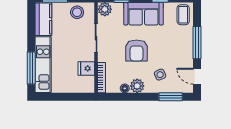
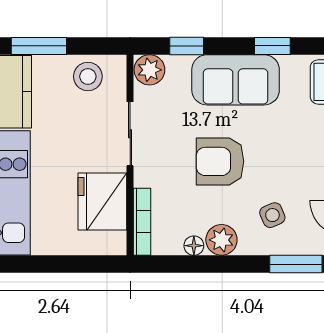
armchair: (137, 50) -> (220, 161), turned 90
fridge: (86, 68) -> (102, 201), width x1.88, depth x1.34

